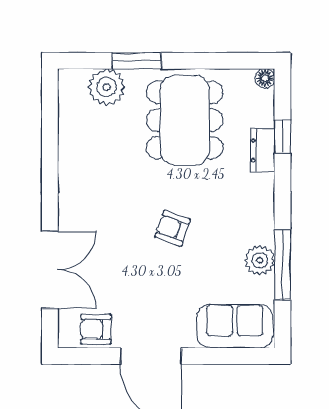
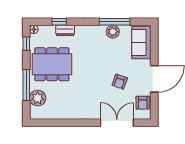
window: (137, 61) -> (26, 85), width x1.44
window: (232, 61) -> (26, 44), added
armchair: (173, 228) -> (120, 82), moved

